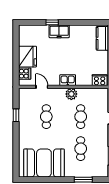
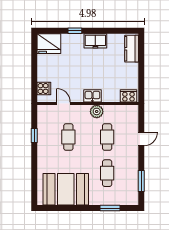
freezer: (59, 31) -> (95, 41), moved
fridge: (27, 57) -> (49, 44), moved, turned 90

